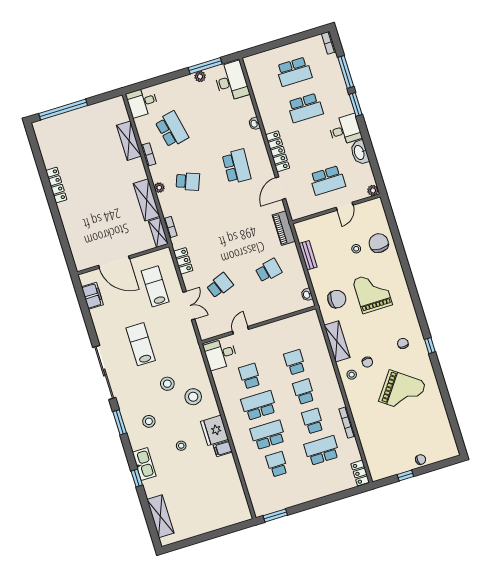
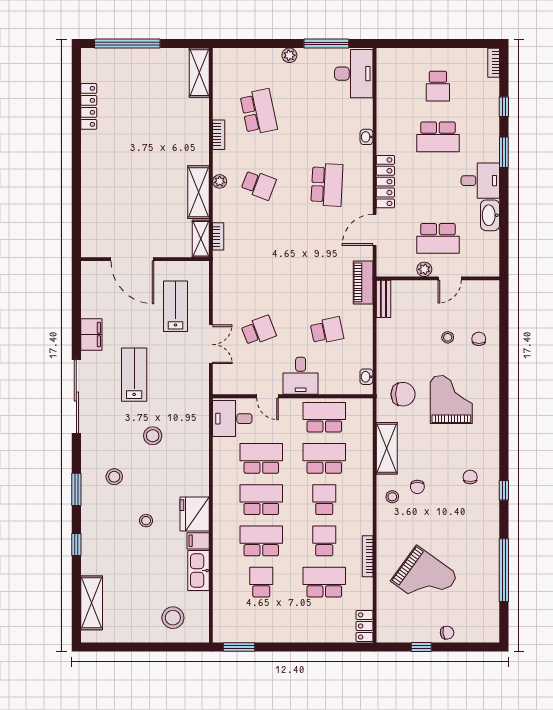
school desk: (294, 72) -> (438, 86), width x0.54
window: (346, 72) -> (504, 107), width x0.46
plant: (200, 77) -> (289, 55), moved
desk: (142, 102) -> (301, 376), moved, turned -90
shelving: (129, 141) -> (199, 73), moved
locker: (56, 185) -> (89, 106), moved
plant: (373, 190) -> (424, 269), moved
chair: (379, 243) -> (479, 339), width x0.54, depth x0.54
bench: (308, 255) -> (383, 299), moved
locker: (183, 261) -> (221, 285), removed
filing cabinet: (92, 296) -> (91, 335), moved
door: (241, 330) -> (267, 396), swing flipped
school desk: (286, 333) -> (324, 417), added
school desk: (295, 362) -> (324, 458), width x1.85
school desk: (250, 376) -> (261, 458), width x1.85
grand piano: (402, 392) -> (425, 578), moved
stool: (193, 397) -> (173, 618), moved
window: (447, 403) -> (504, 570), added
window: (120, 422) -> (76, 489), moved
kitchen sink: (144, 464) -> (199, 571), moved, turned 180

